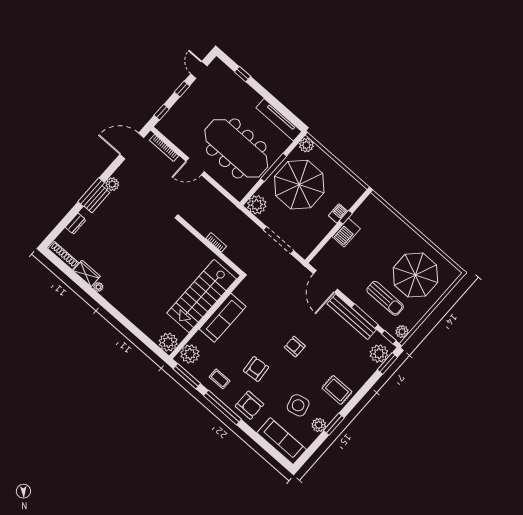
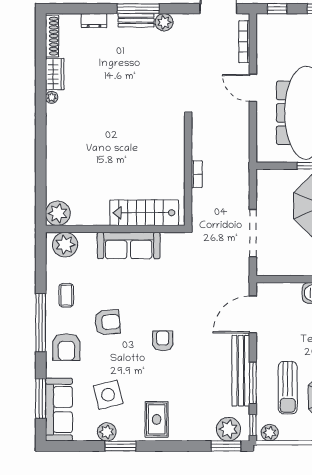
plant: (257, 205) -> (269, 181), removed
stairs: (202, 296) -> (144, 213), width x0.73, depth x0.66
window: (187, 376) -> (41, 399), moved

